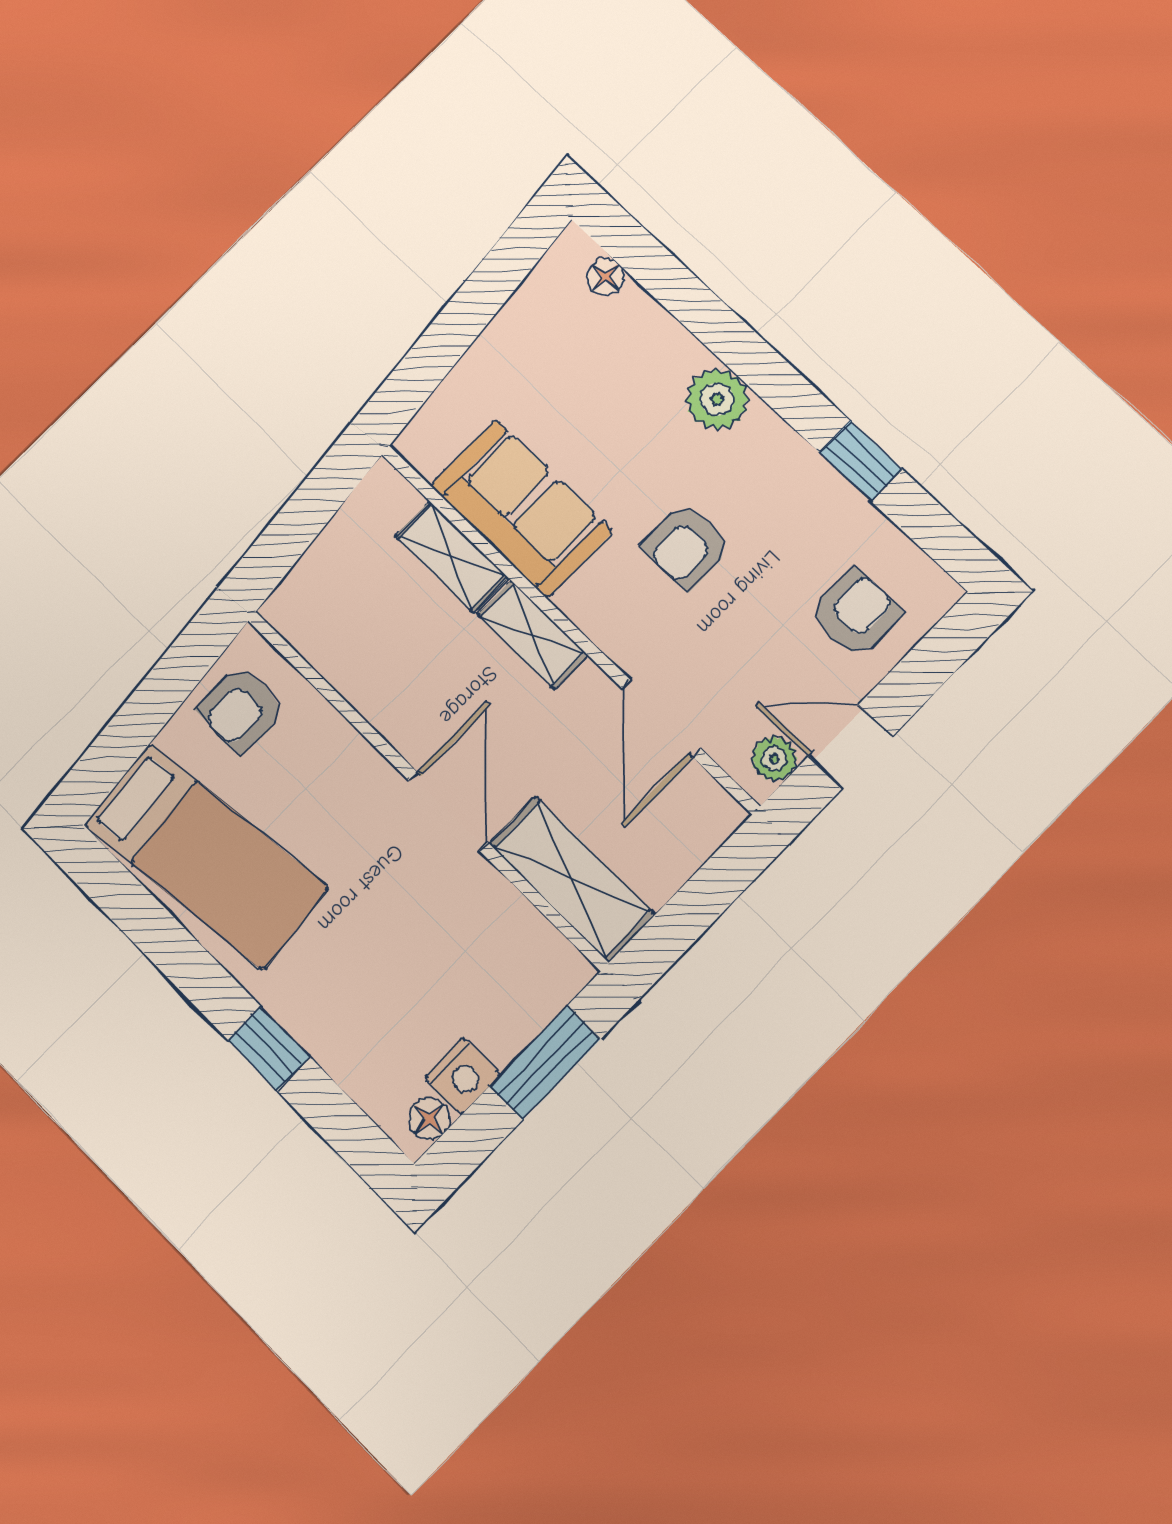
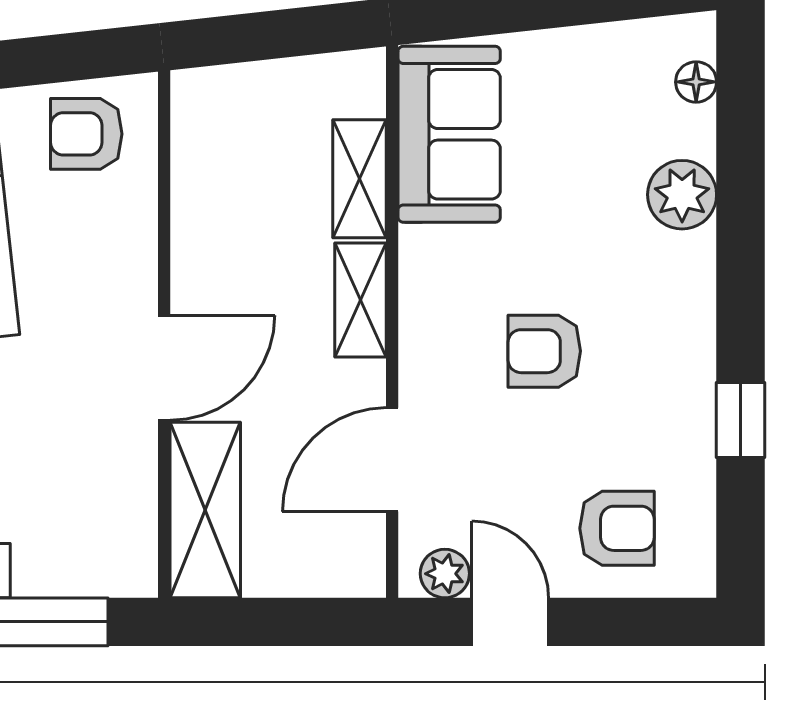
plant: (717, 399) -> (682, 195), moved
sofa: (521, 509) -> (449, 134), moved

